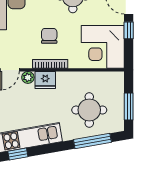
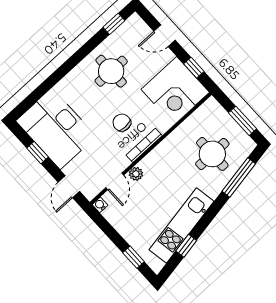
window: (129, 30) -> (194, 68), moved
fridge: (45, 80) -> (152, 163), removed

